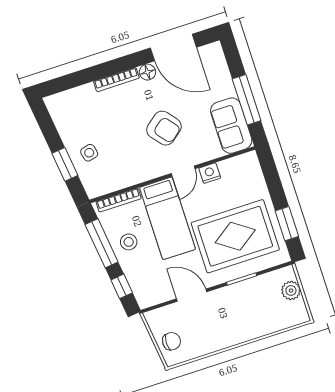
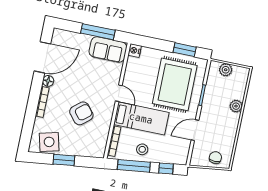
armchair: (164, 128) -> (81, 113), moved
side table: (89, 153) -> (49, 142), moved, width x1.87, depth x1.87
window: (65, 164) -> (64, 160), moved
nightstand: (210, 173) -> (135, 51), moved
plant: (252, 330) -> (236, 106), added

